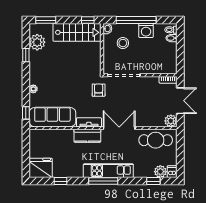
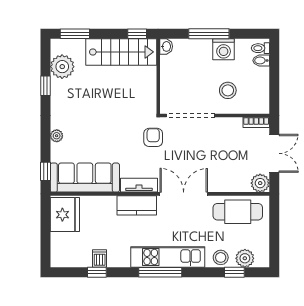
window: (136, 20) -> (209, 34), width x0.68
stool: (123, 43) -> (228, 90), moved
fridge: (41, 168) -> (65, 215), moved, turned 90
stool: (144, 171) -> (221, 257), added
dishwasher: (172, 172) -> (100, 259), moved

